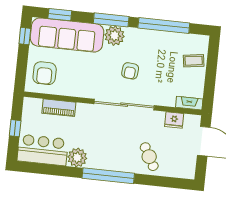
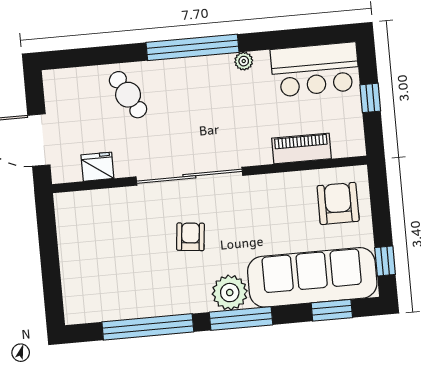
coffee table: (194, 61) -> (84, 276), removed
fireplace: (189, 103) -> (77, 201), removed
plant: (77, 158) -> (244, 61), width x0.53, depth x0.53

